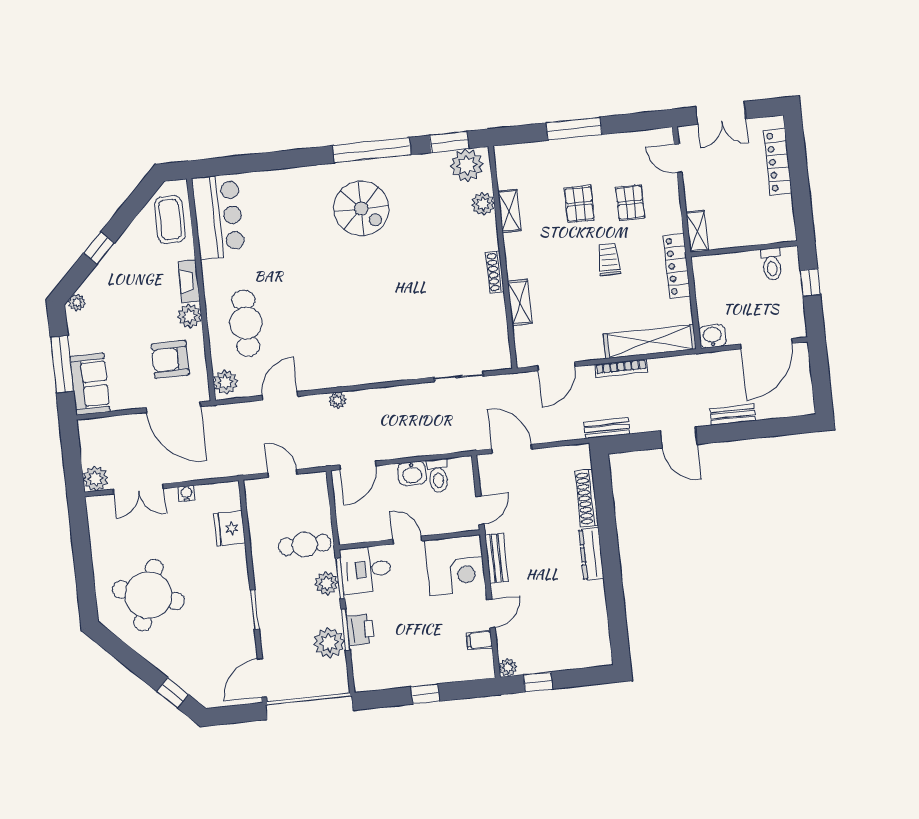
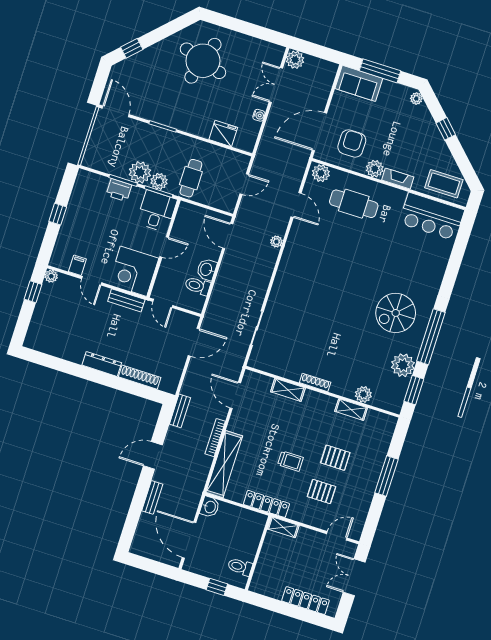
plant: (467, 165) -> (403, 365), moved
plant: (329, 643) -> (140, 172), moved

